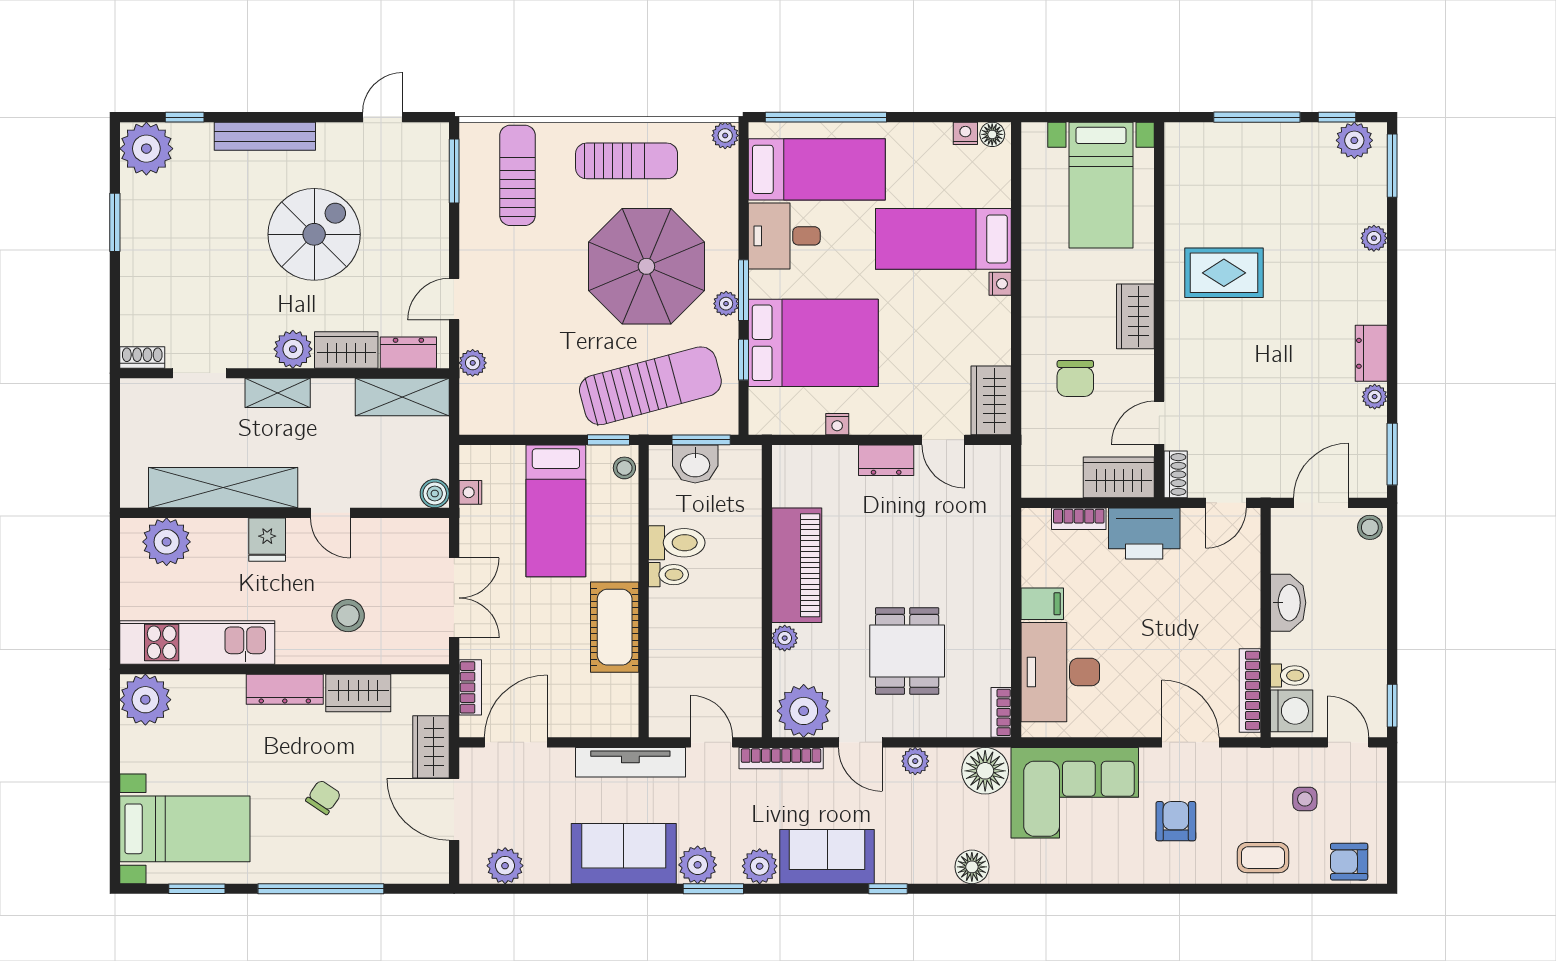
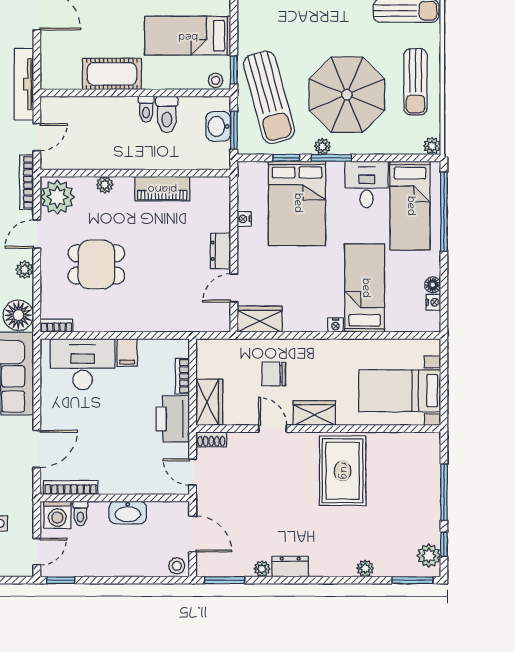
floor lamp: (992, 134) -> (433, 285), moved
rug: (1224, 273) -> (343, 471), width x1.36, depth x1.43
door: (1159, 423) -> (273, 429), moved
piano: (797, 565) -> (162, 188), width x0.73, depth x0.75

